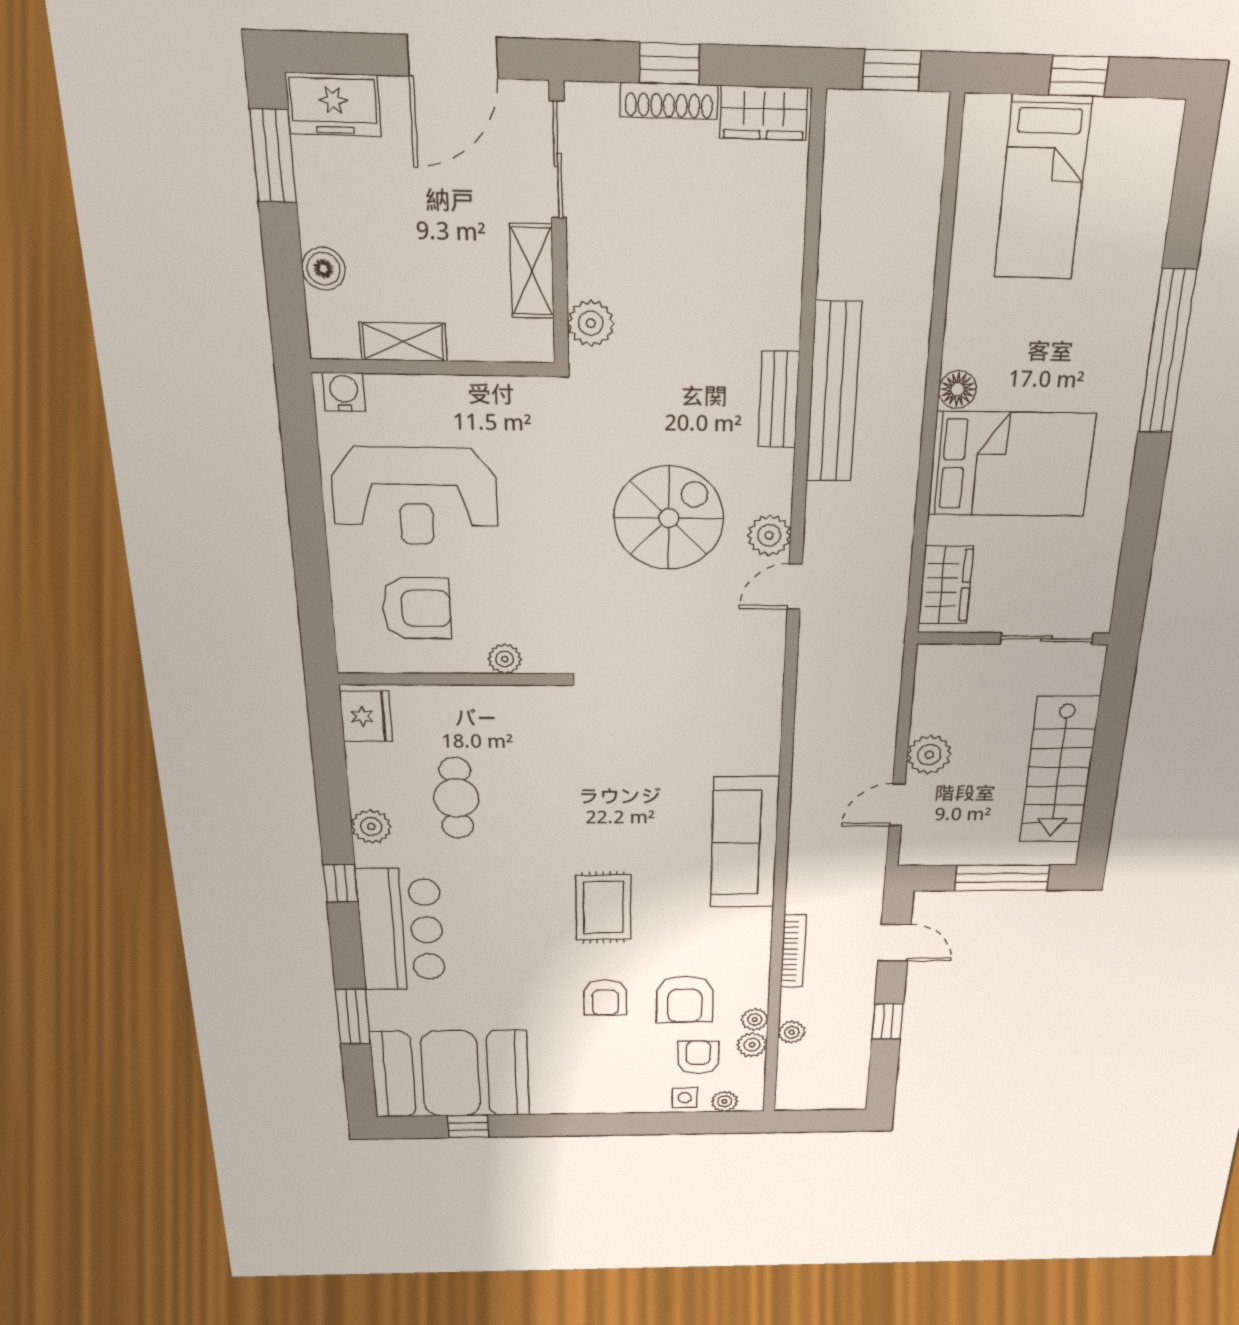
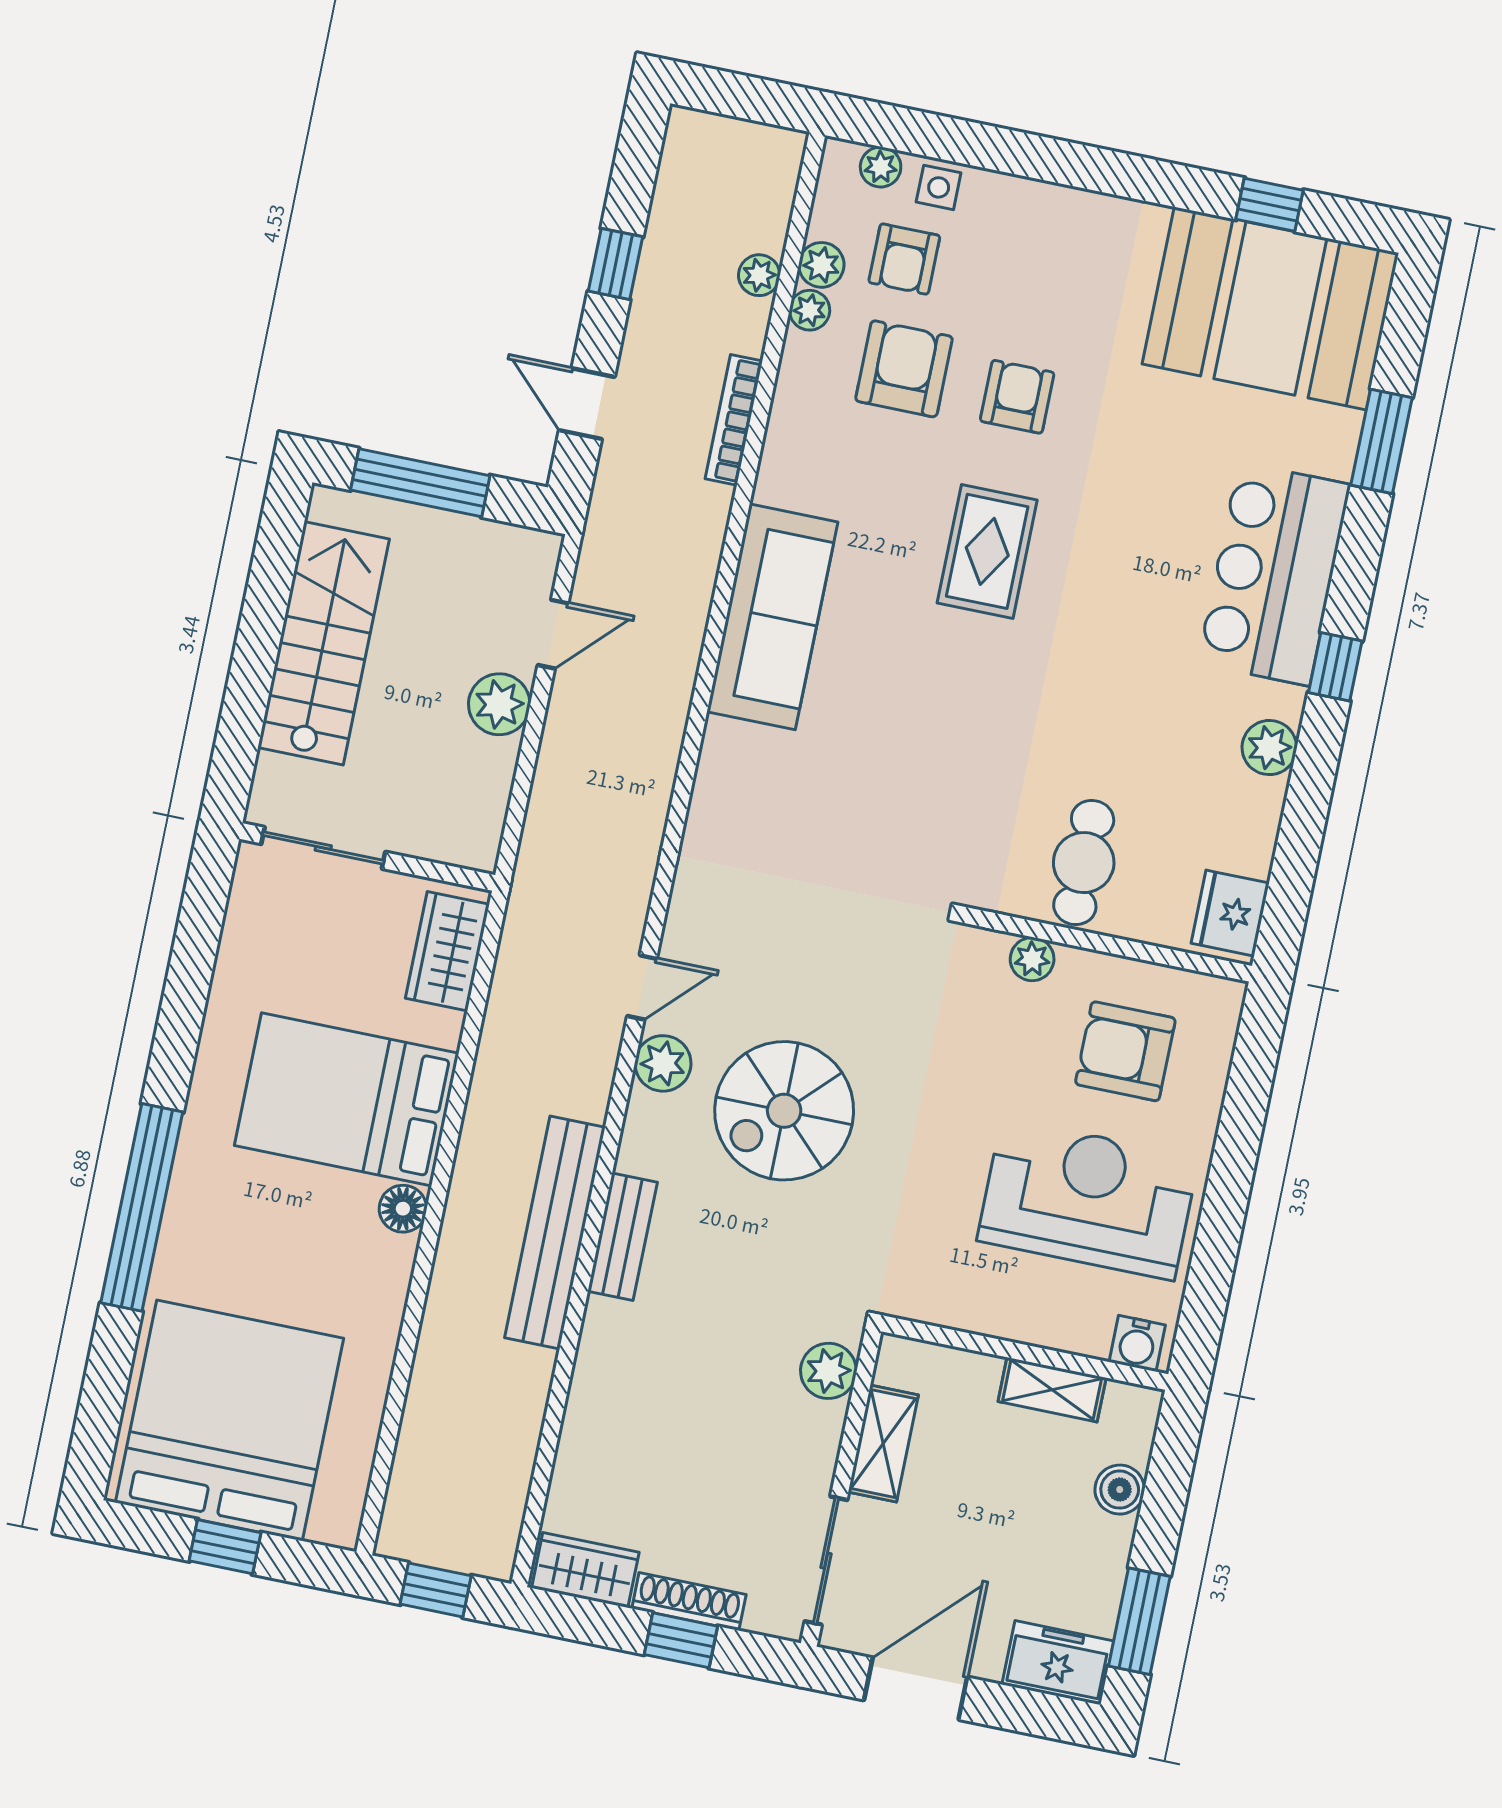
bed: (1043, 188) -> (229, 1420), width x2.04
cafe table: (456, 798) -> (1084, 863), moved

